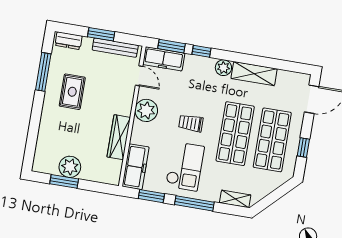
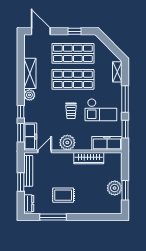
checkout: (185, 166) -> (101, 110), turned 180

